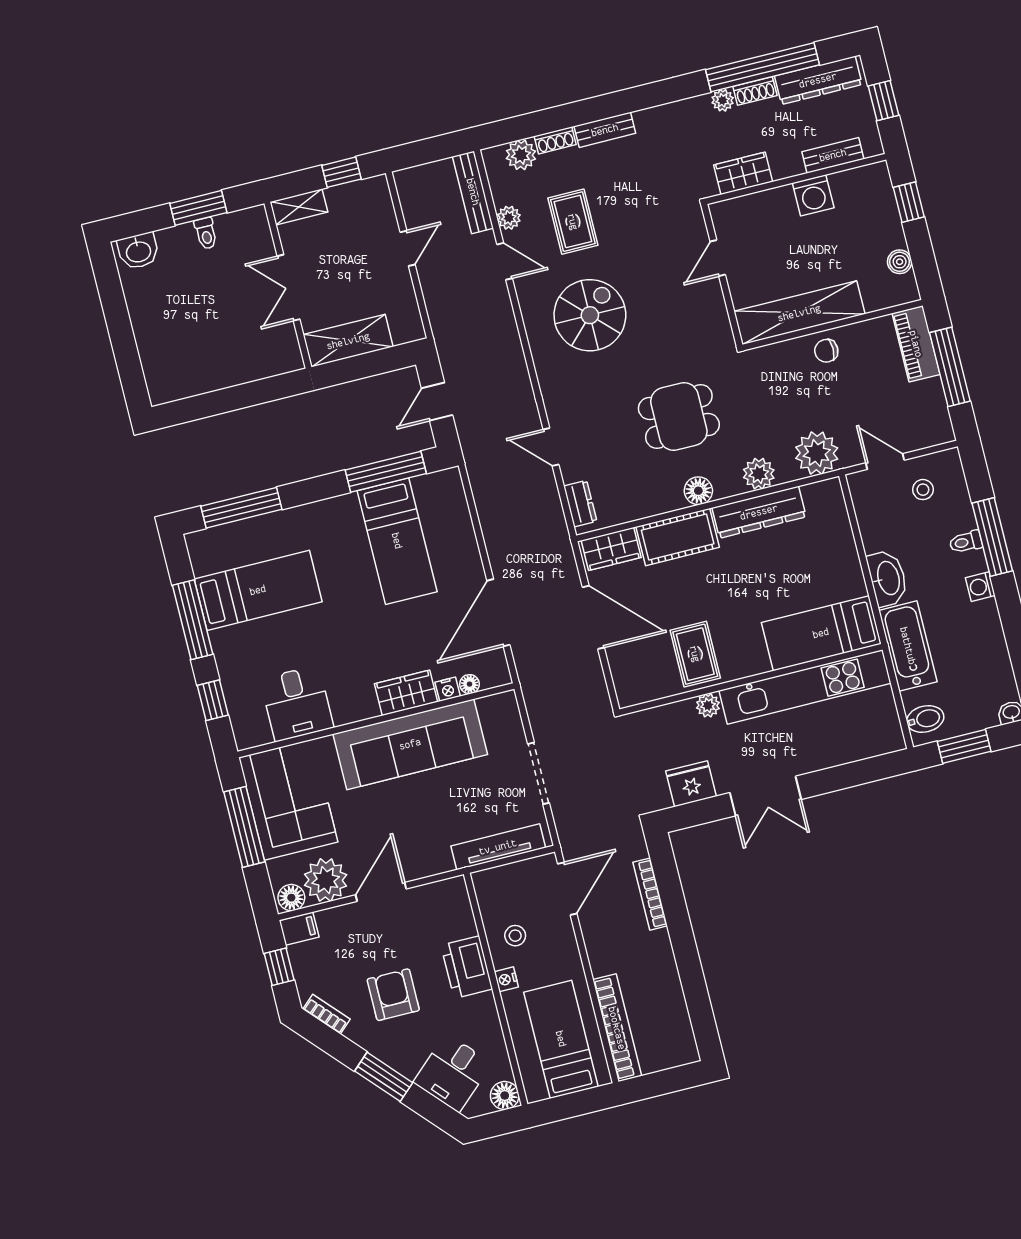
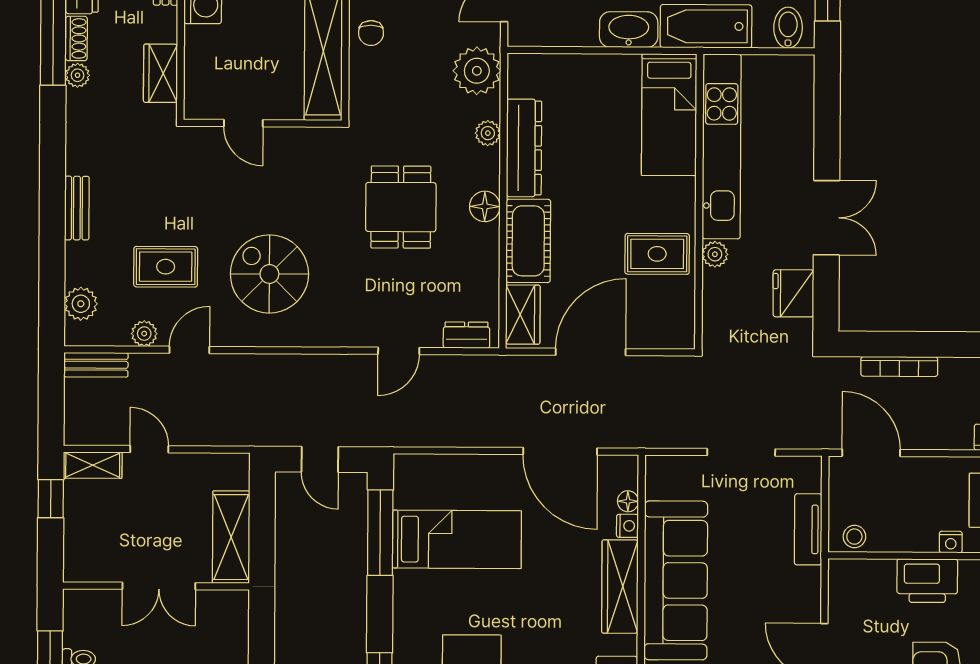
shoe rack: (555, 140) -> (75, 263), removed
bench: (473, 192) -> (96, 365), width x0.73
shelving: (299, 207) -> (93, 465), moved, turned 90
plant: (759, 474) -> (488, 133), width x0.73, depth x0.73
wardrobe: (406, 693) -> (620, 587), width x1.50
tv unit: (498, 847) -> (808, 529), width x0.71
stool: (515, 936) -> (854, 537), moved

